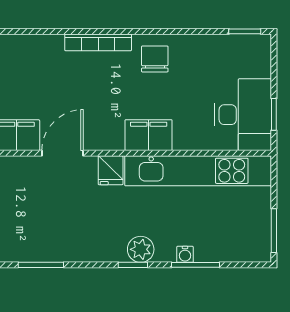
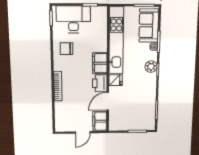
chair: (155, 59) -> (66, 49), moved
desk: (243, 115) -> (73, 19), moved
printer: (104, 135) -> (100, 83), added
door: (63, 153) -> (108, 101), hinge flipped
sofa: (231, 242) -> (149, 26), added

